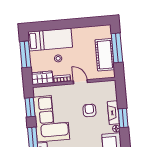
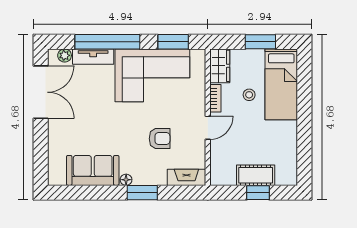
window: (117, 48) -> (258, 193), width x0.46
window: (25, 54) -> (260, 42), width x0.69
cot: (105, 55) -> (256, 175), width x0.73, depth x0.75
fireplace: (113, 113) -> (186, 177), moved

